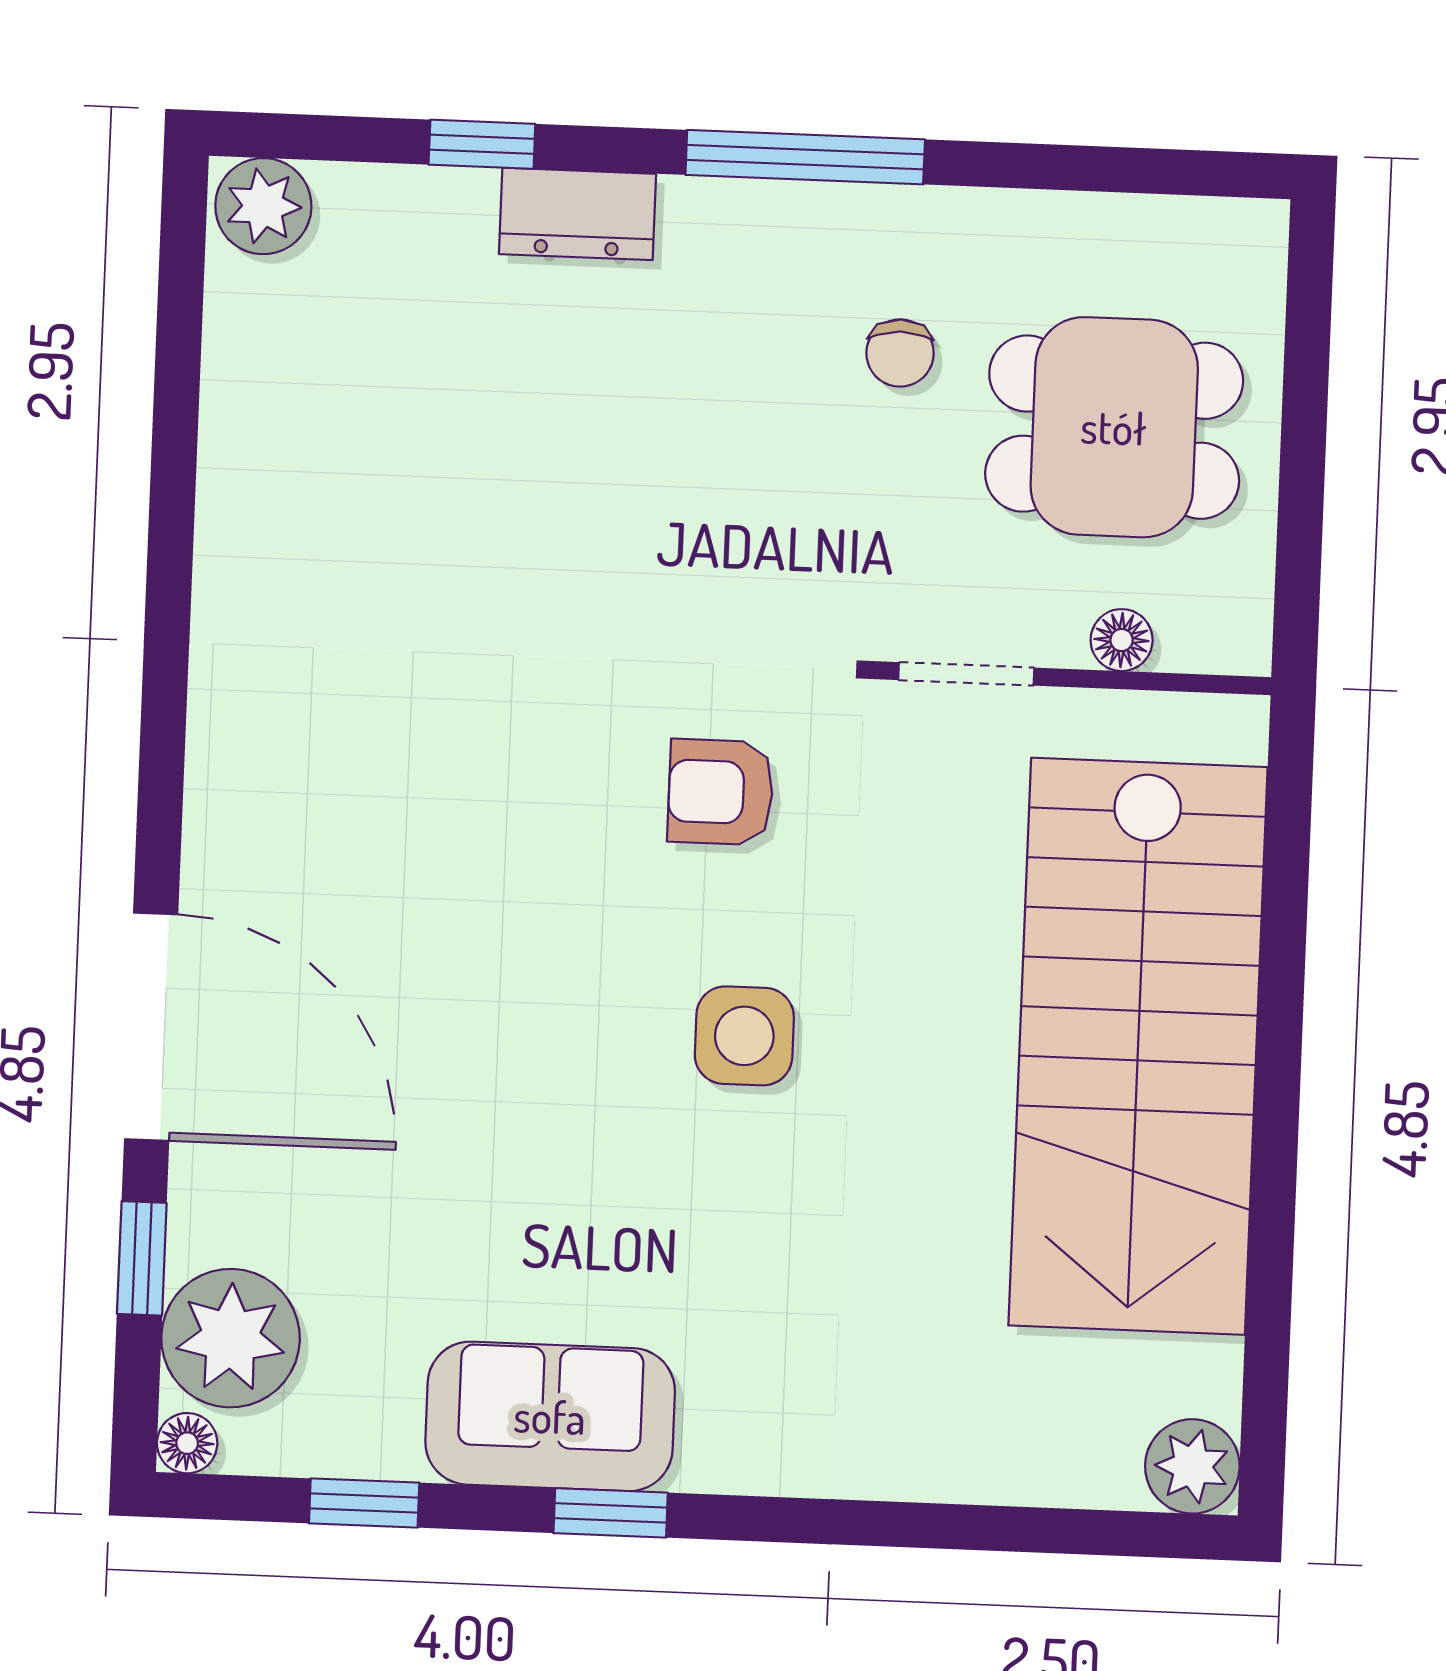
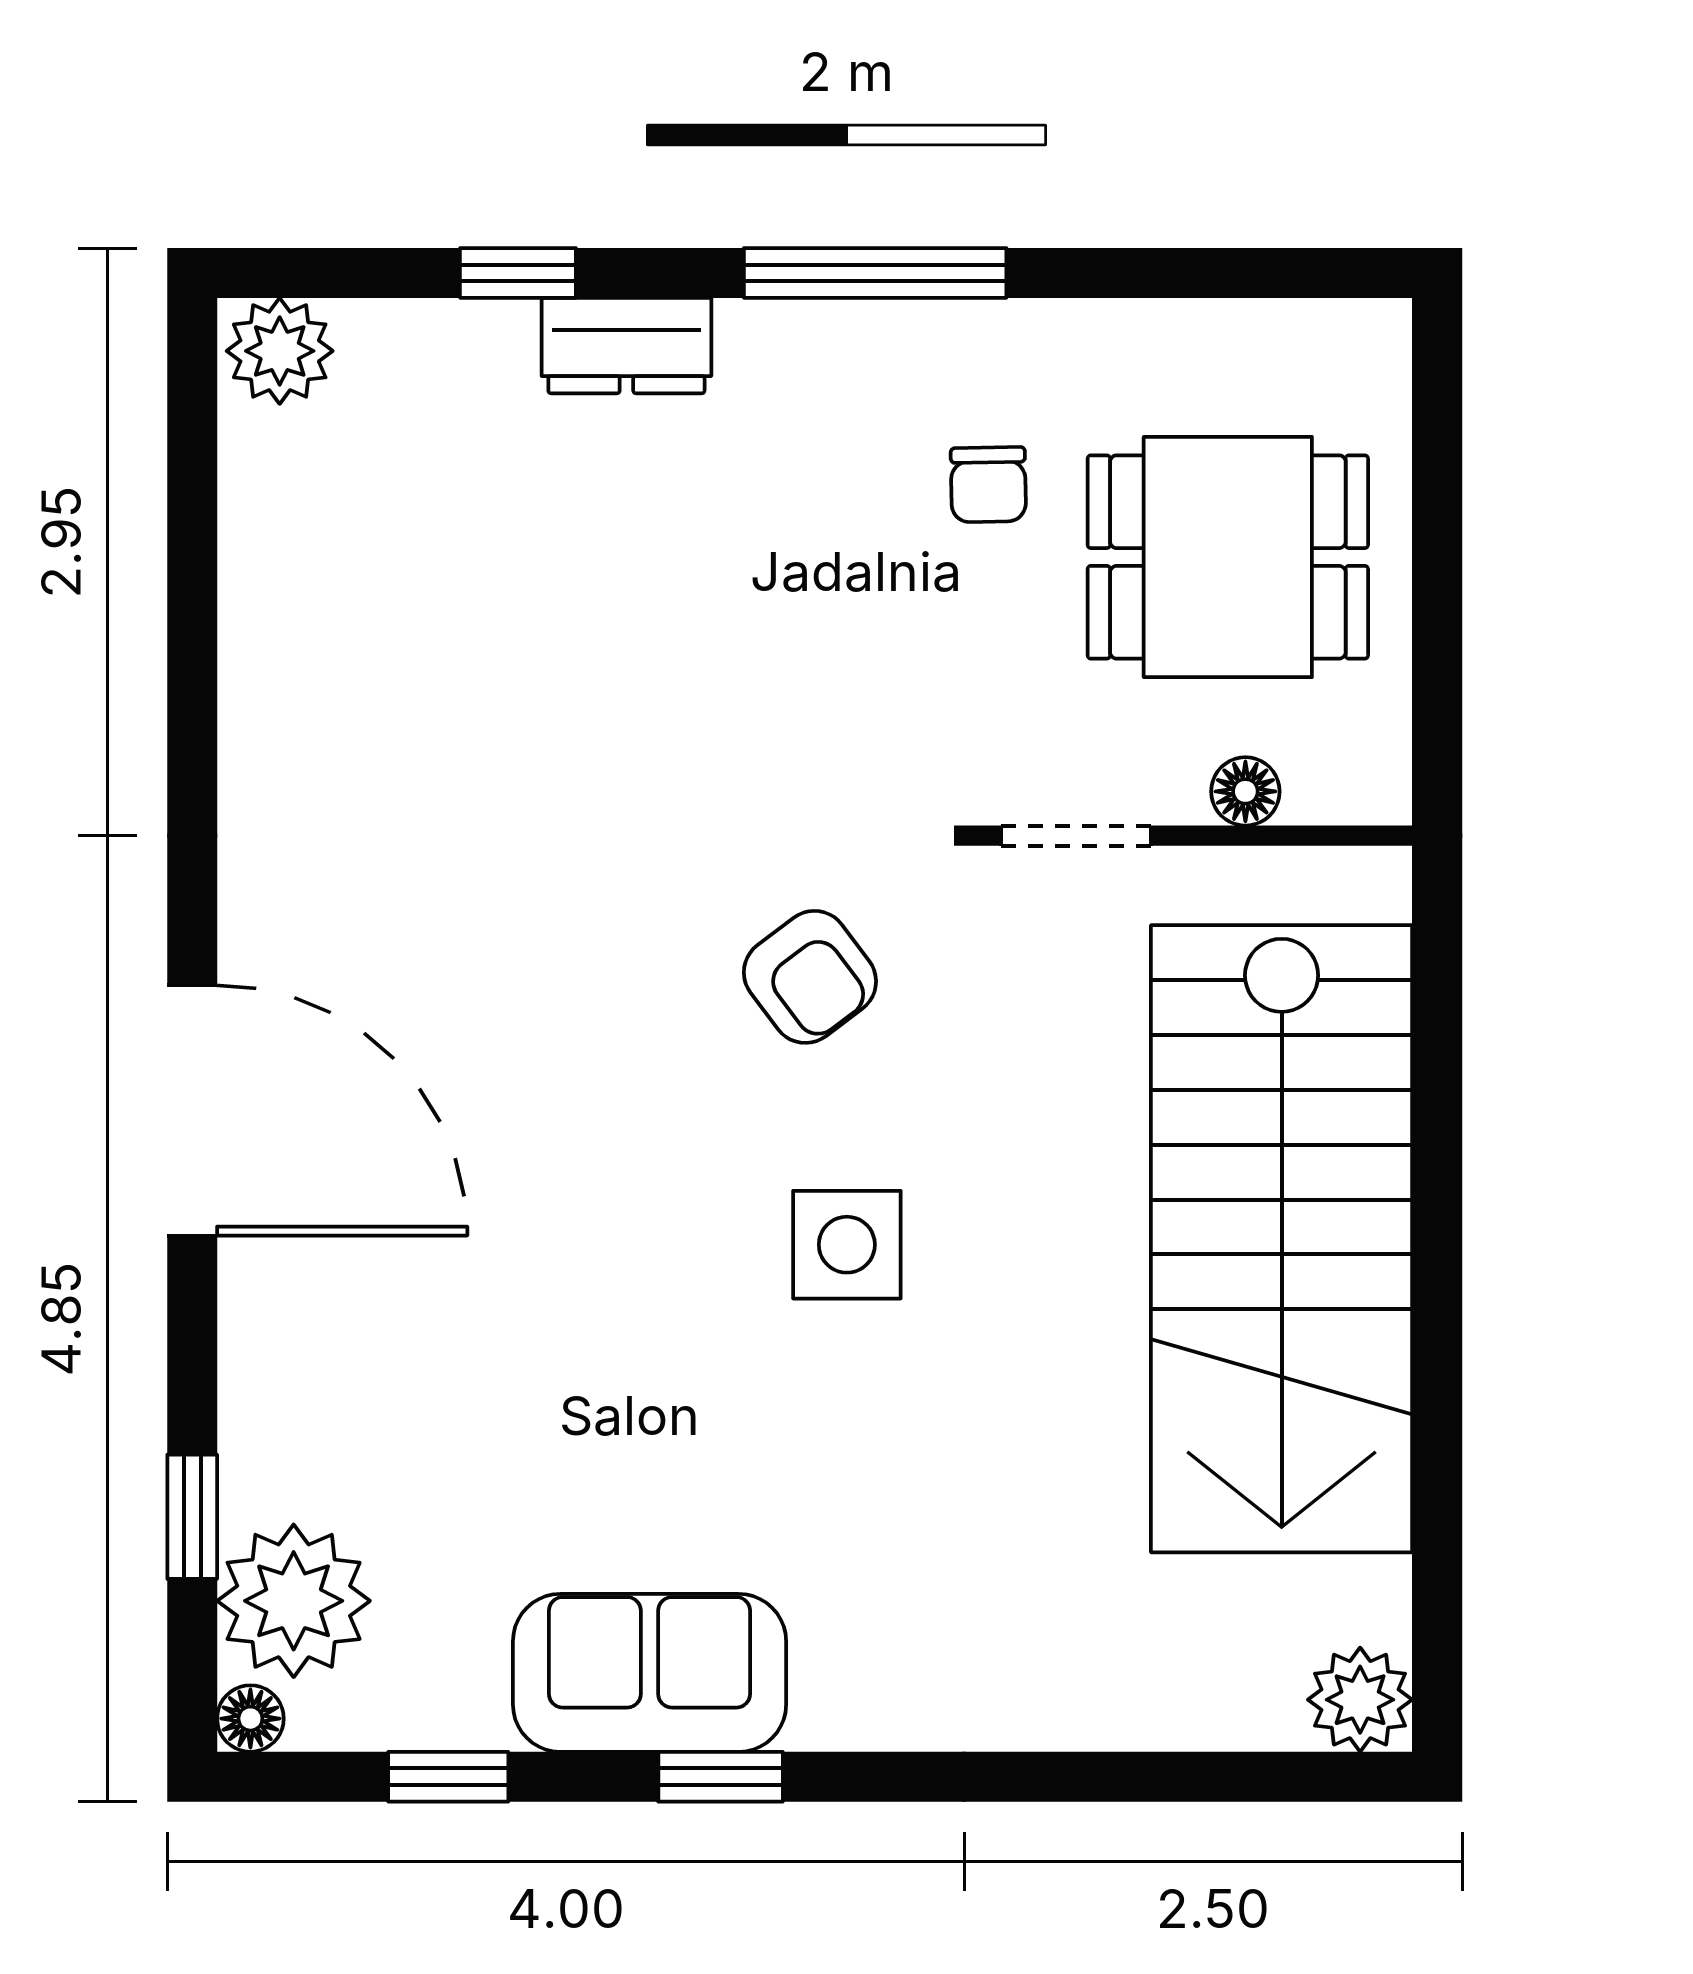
armchair: (721, 792) -> (810, 977), turned -127
door: (151, 1027) -> (192, 1110), moved

